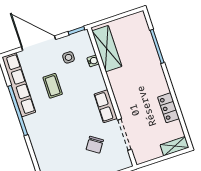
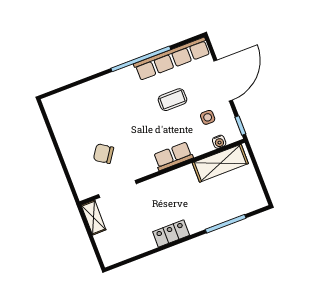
water cooler: (93, 61) -> (219, 142), moved
row of seats: (106, 106) -> (173, 156), moved
locker: (168, 108) -> (171, 233), moved
shelving: (175, 146) -> (94, 218), moved

